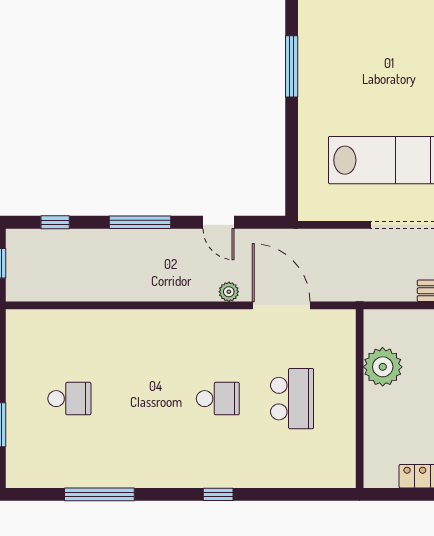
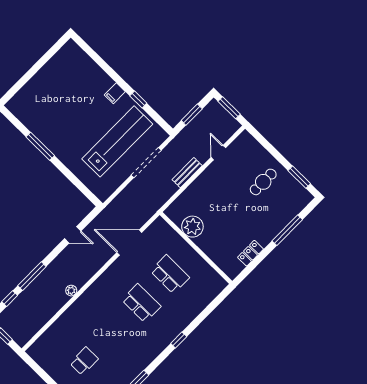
window: (140, 222) -> (32, 276), moved
plant: (229, 292) -> (71, 291), moved
school desk: (218, 399) -> (141, 303), width x1.85

